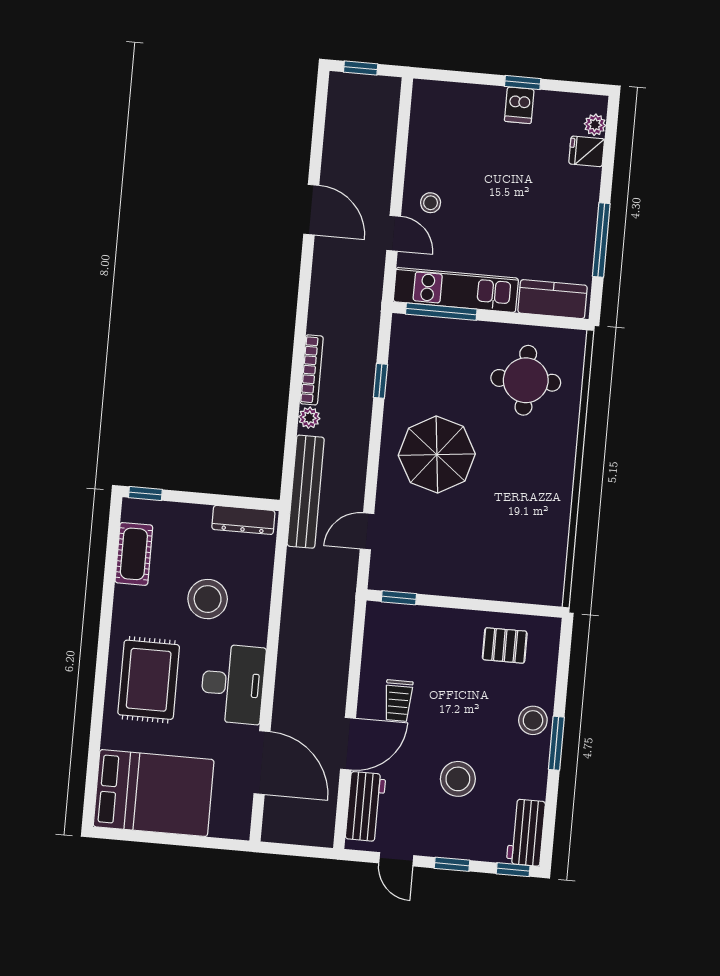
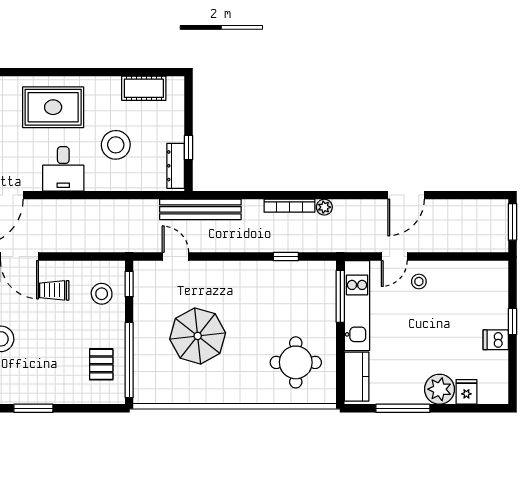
window: (361, 68) -> (512, 222), width x1.50
window: (523, 82) -> (512, 321), moved
plant: (595, 125) -> (440, 389), moved, width x1.88, depth x1.88
plant: (309, 418) -> (324, 207), moved
parasol: (437, 455) -> (198, 336), moved
window: (145, 493) -> (189, 148), moved
window: (502, 607) -> (129, 360), added
desk: (233, 684) -> (63, 169), width x0.73
stool: (533, 720) -> (102, 294), moved

